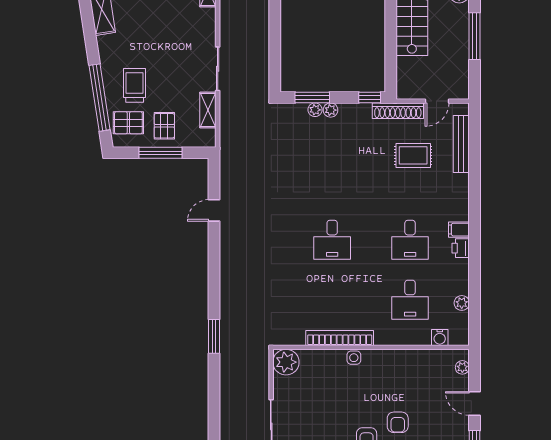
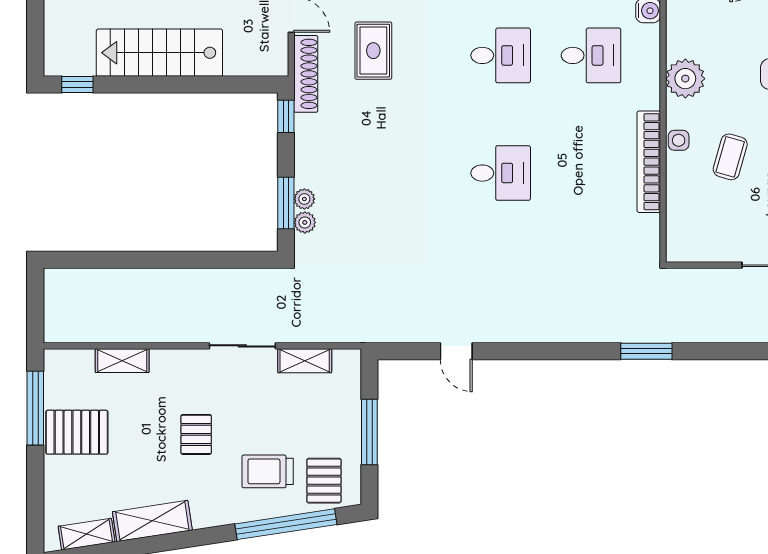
plant: (331, 110) -> (305, 222), moved
pallet: (164, 126) -> (196, 434), moved, turned 90
plant: (286, 362) -> (685, 79), moved
coffee table: (343, 392) -> (730, 157), added

